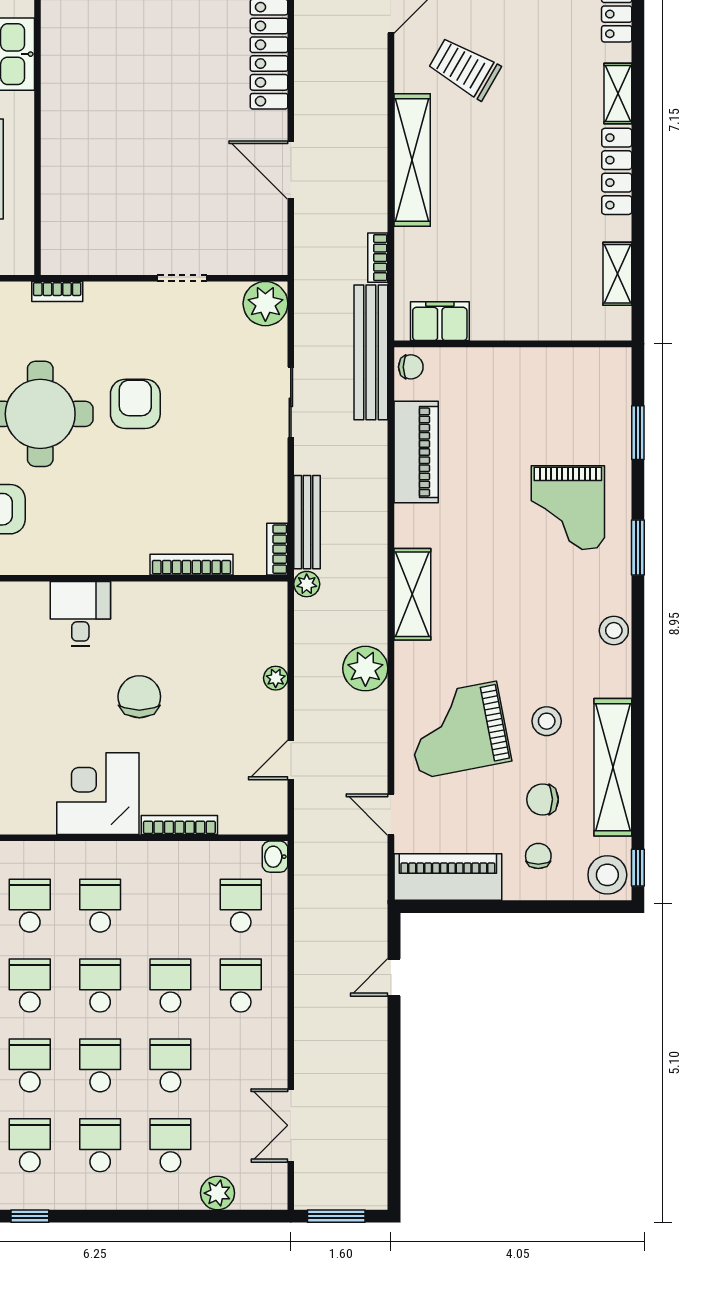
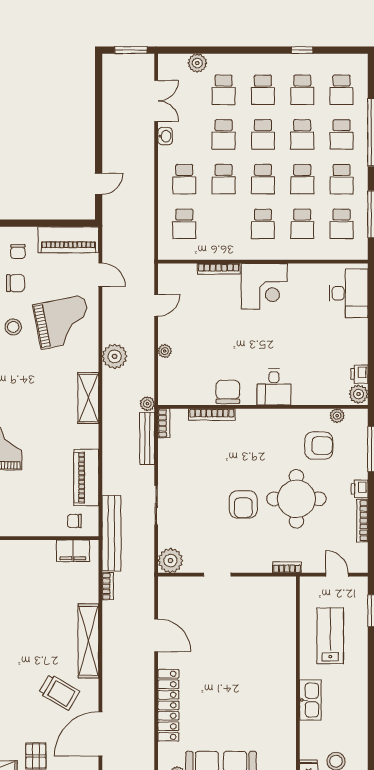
chair: (411, 367) -> (74, 521), moved
chair: (139, 697) -> (228, 392), moved, turned 180
washbasin: (275, 857) -> (165, 136), moved

